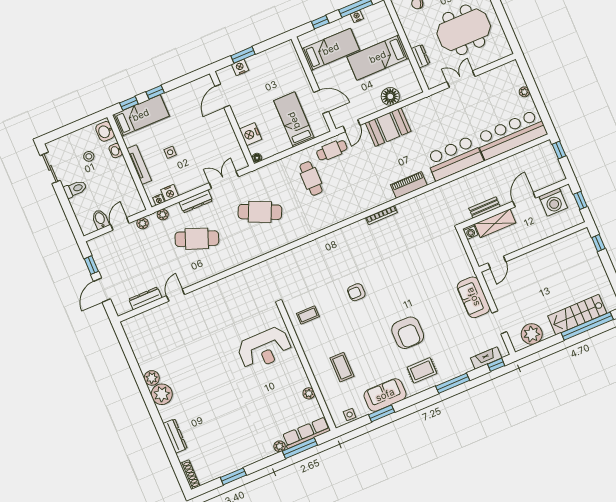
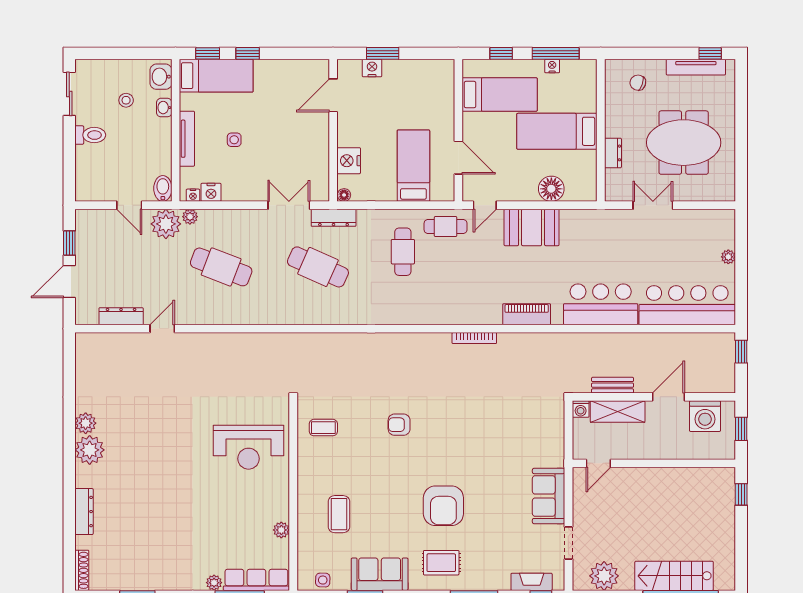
dresser: (196, 201) -> (334, 218), moved
bidet: (100, 219) -> (163, 188), moved
plant: (143, 223) -> (166, 224), width x1.87, depth x1.87
door: (120, 224) -> (129, 205), swing flipped

